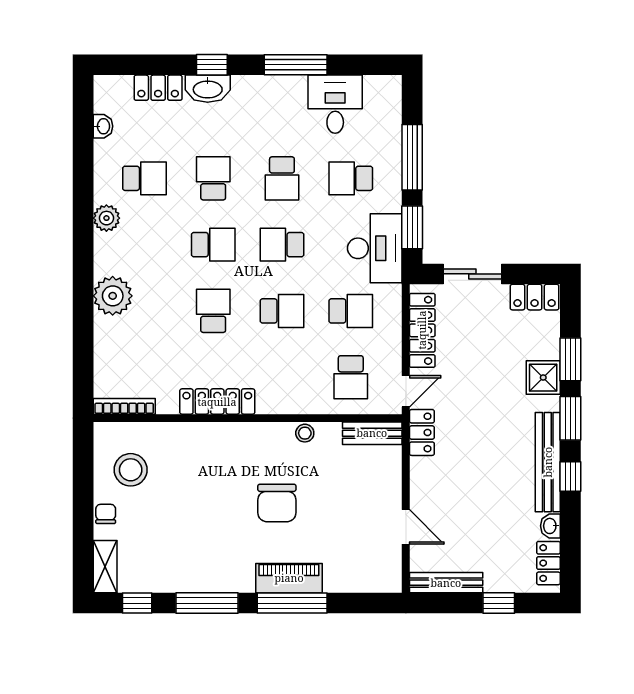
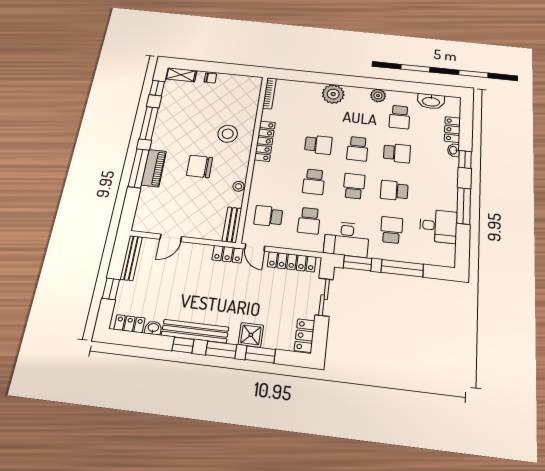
washbasin: (208, 89) -> (454, 150), width x0.52, depth x0.69
washbasin: (103, 126) -> (431, 101), width x1.91, depth x1.45
stool: (131, 470) -> (228, 134), moved

